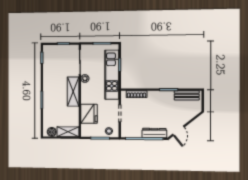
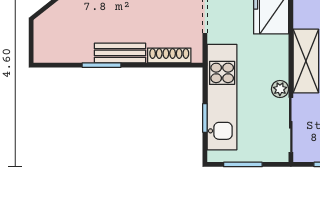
bench: (187, 95) -> (120, 53), moved

